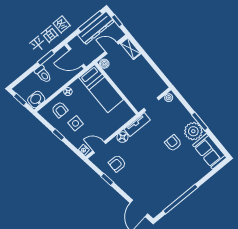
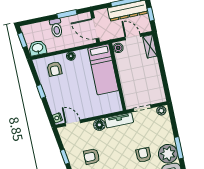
side table: (76, 123) -> (62, 89), removed
armchair: (117, 163) -> (92, 157), moved

